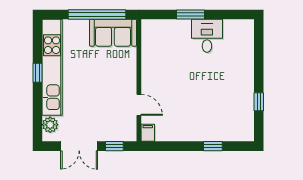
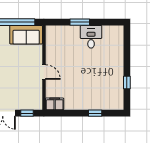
door: (139, 105) -> (44, 72), moved
filing cabinet: (148, 133) -> (55, 104), width x2.00

